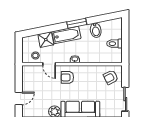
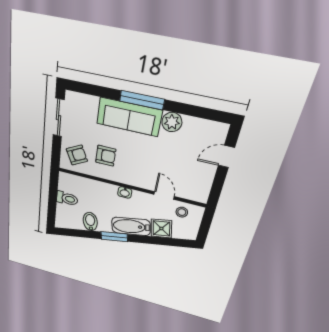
armchair: (67, 77) -> (106, 156), moved

